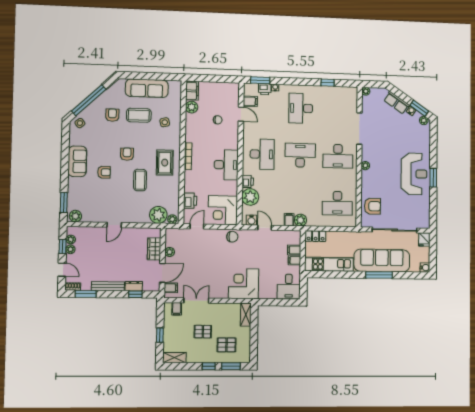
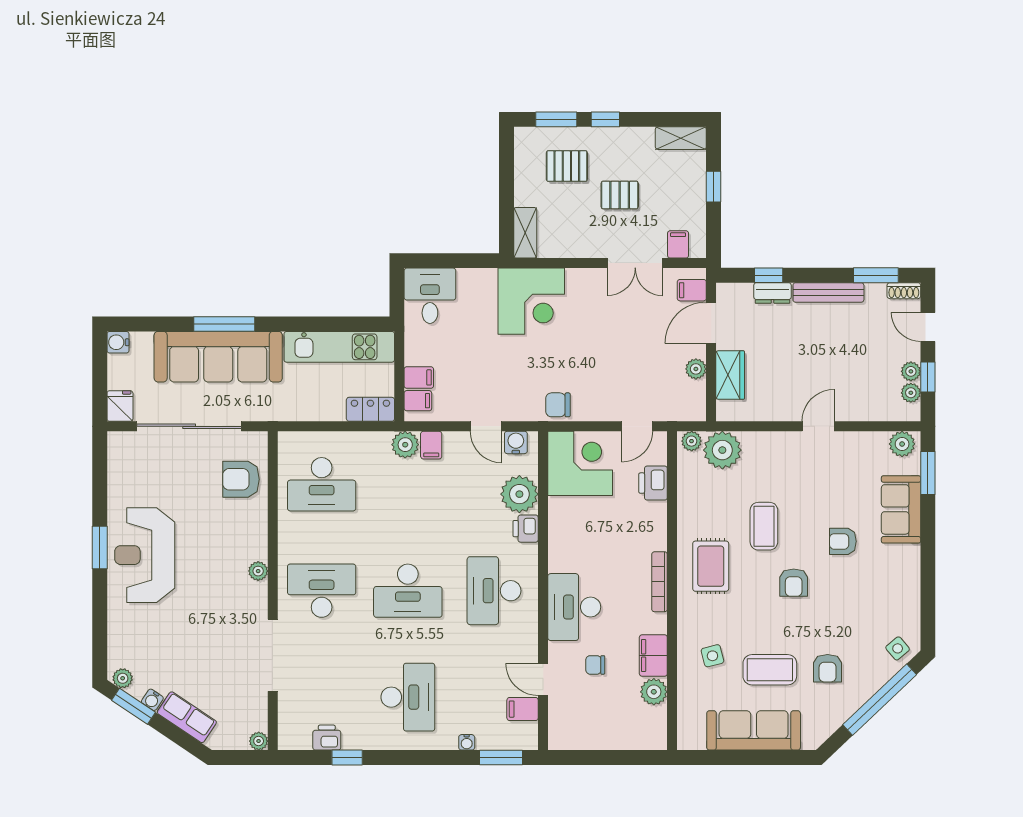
printer: (265, 89) -> (327, 738), moved
filing cabinet: (192, 91) -> (653, 656), moved
sofa: (77, 161) -> (901, 509), moved
desk: (226, 165) -> (574, 607), moved
desk: (337, 203) -> (322, 484), turned 180
filing cabinet: (294, 260) -> (418, 401), moved

